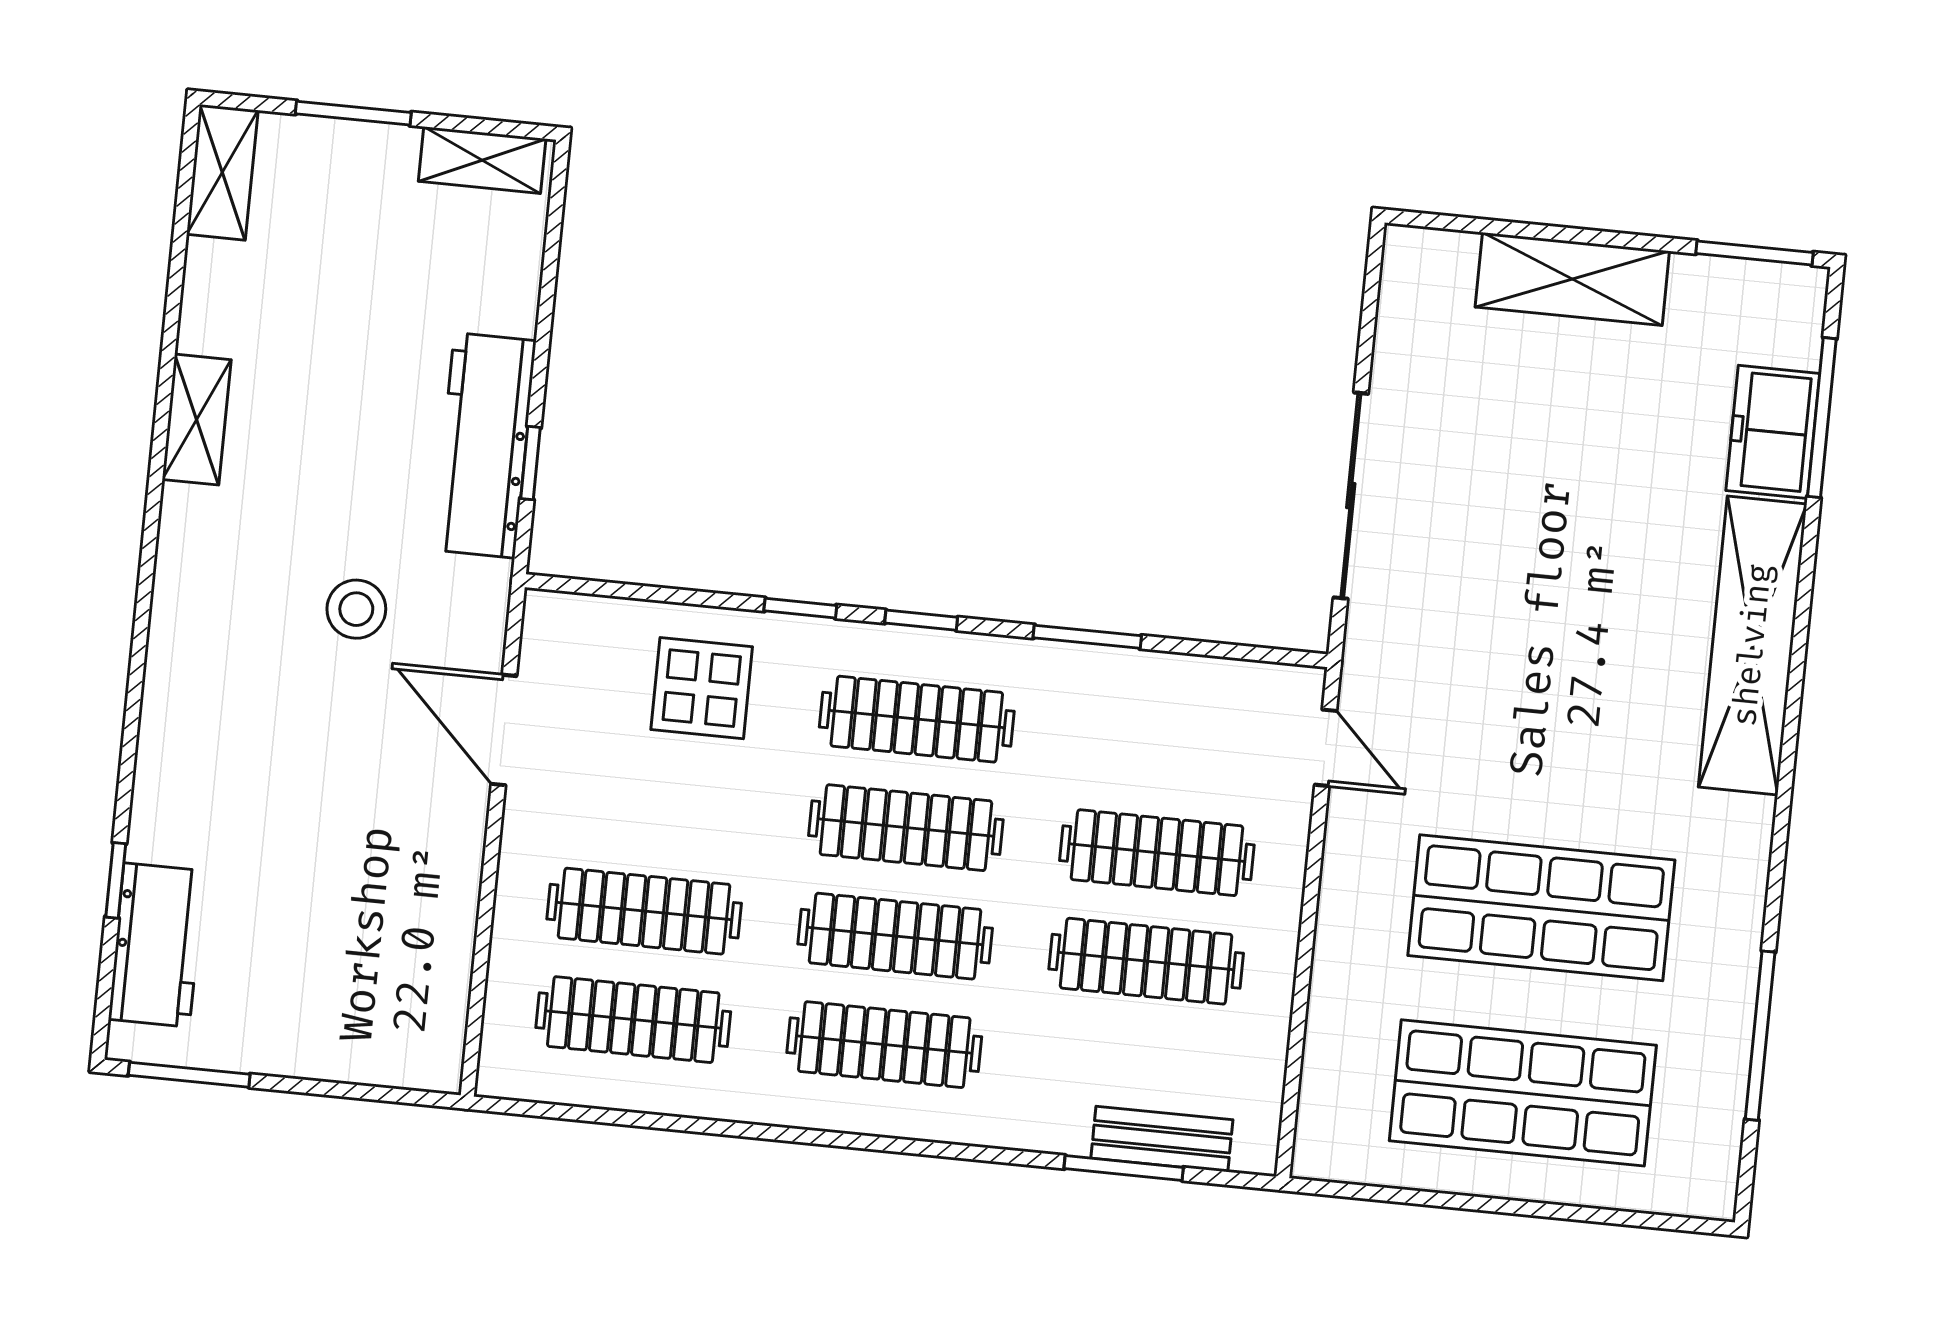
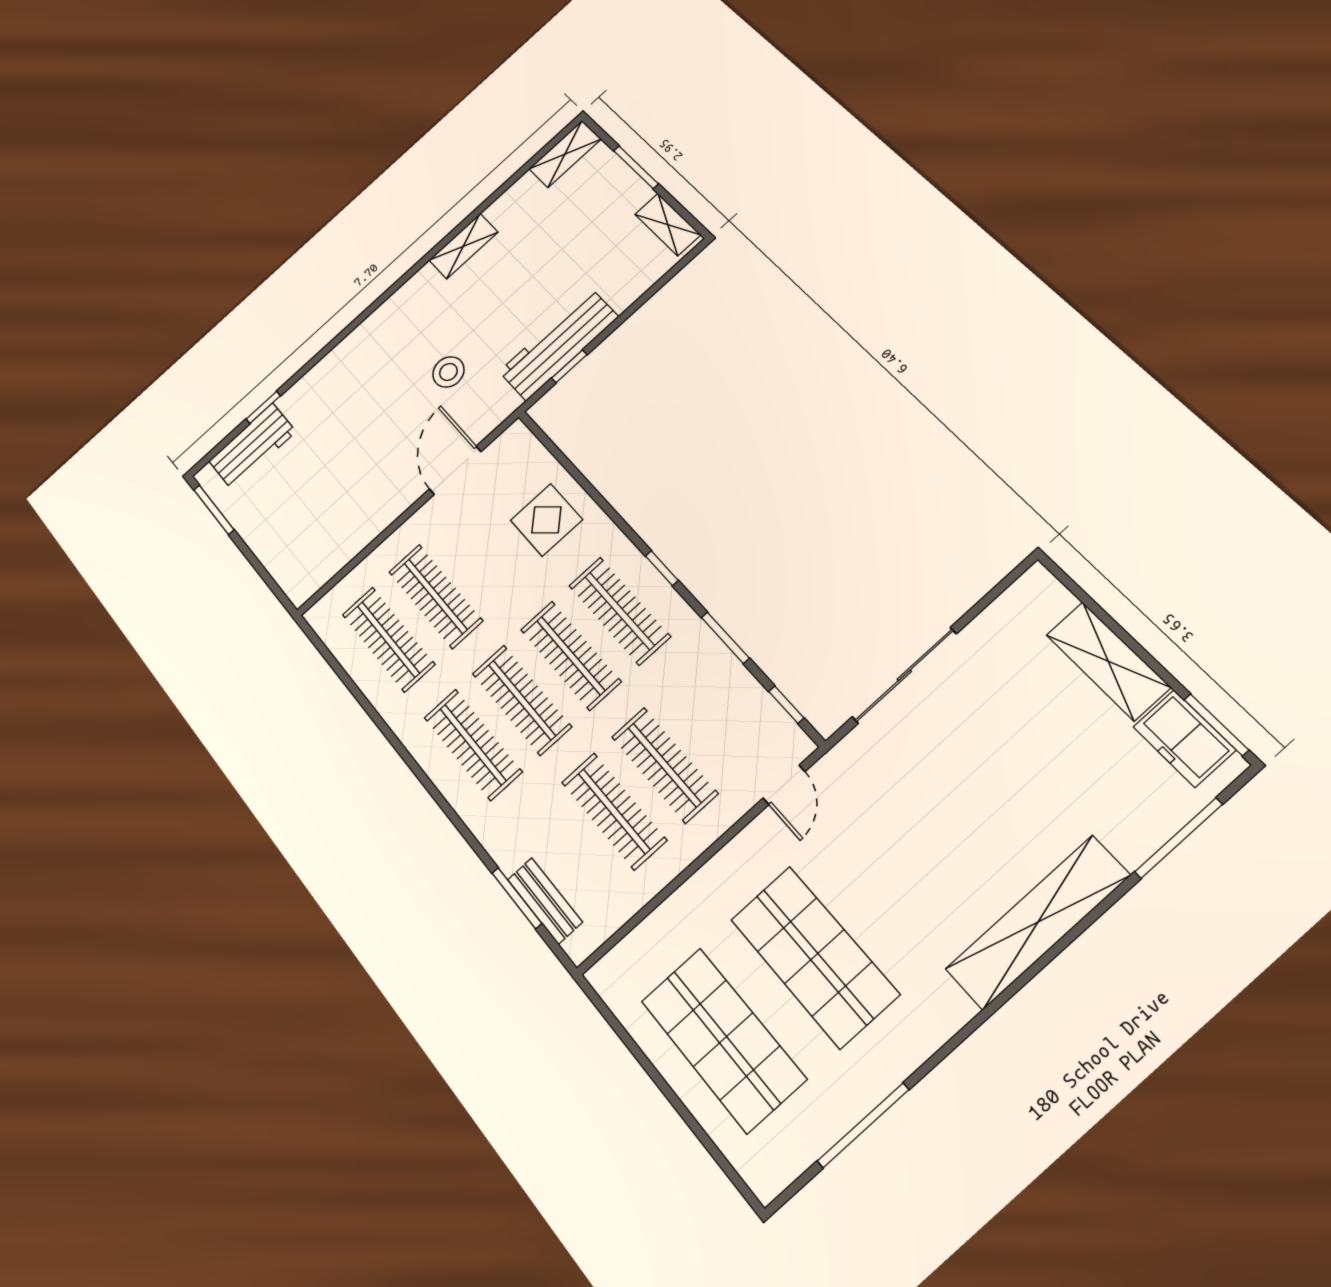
freezer: (1773, 432) -> (1184, 738), moved, turned -90
window: (800, 608) -> (786, 705), moved

